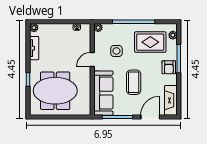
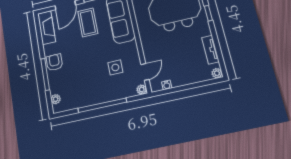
rug: (150, 42) -> (79, 86), removed
door: (92, 60) -> (145, 72), moved
coffee table: (134, 82) -> (88, 22), moved

